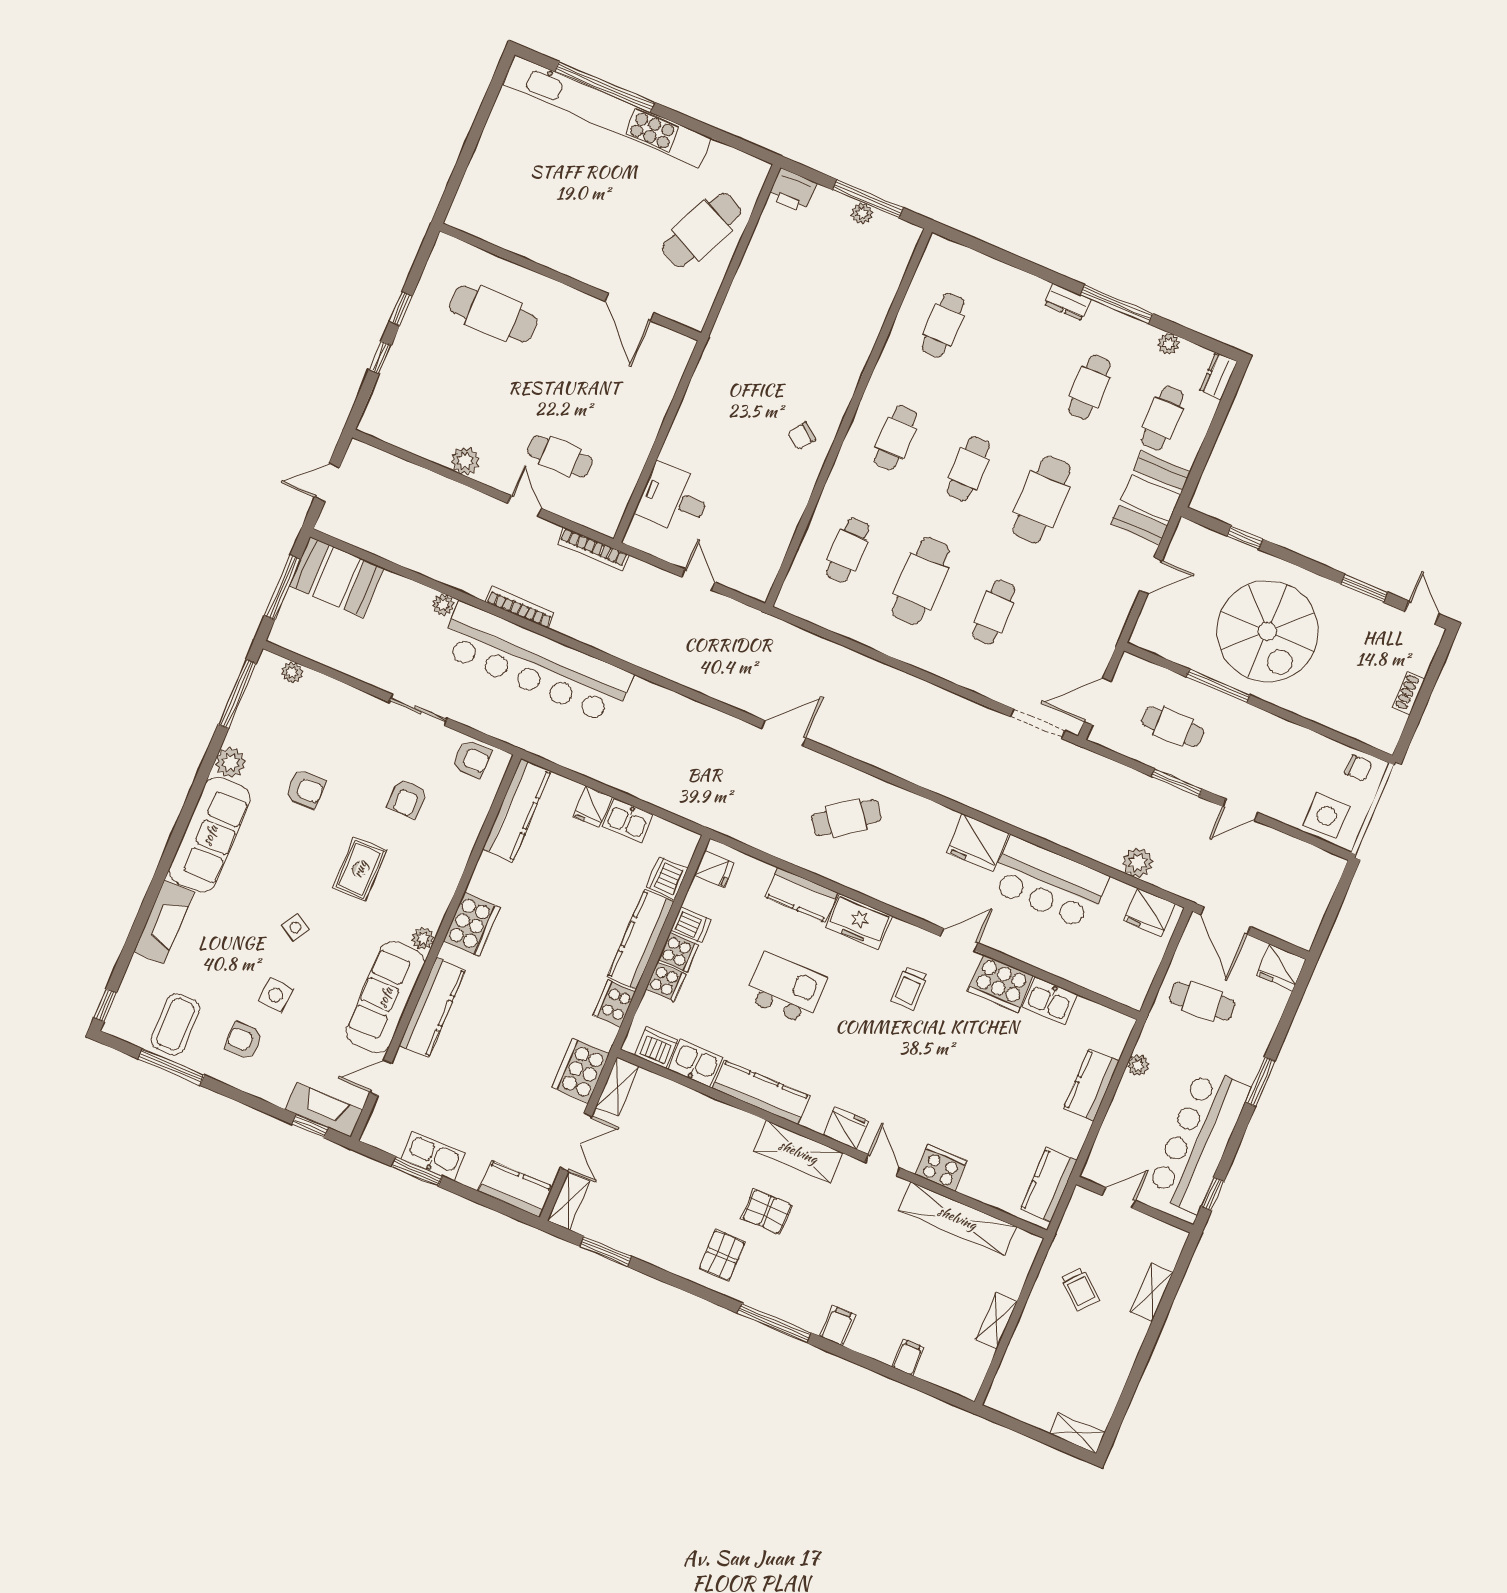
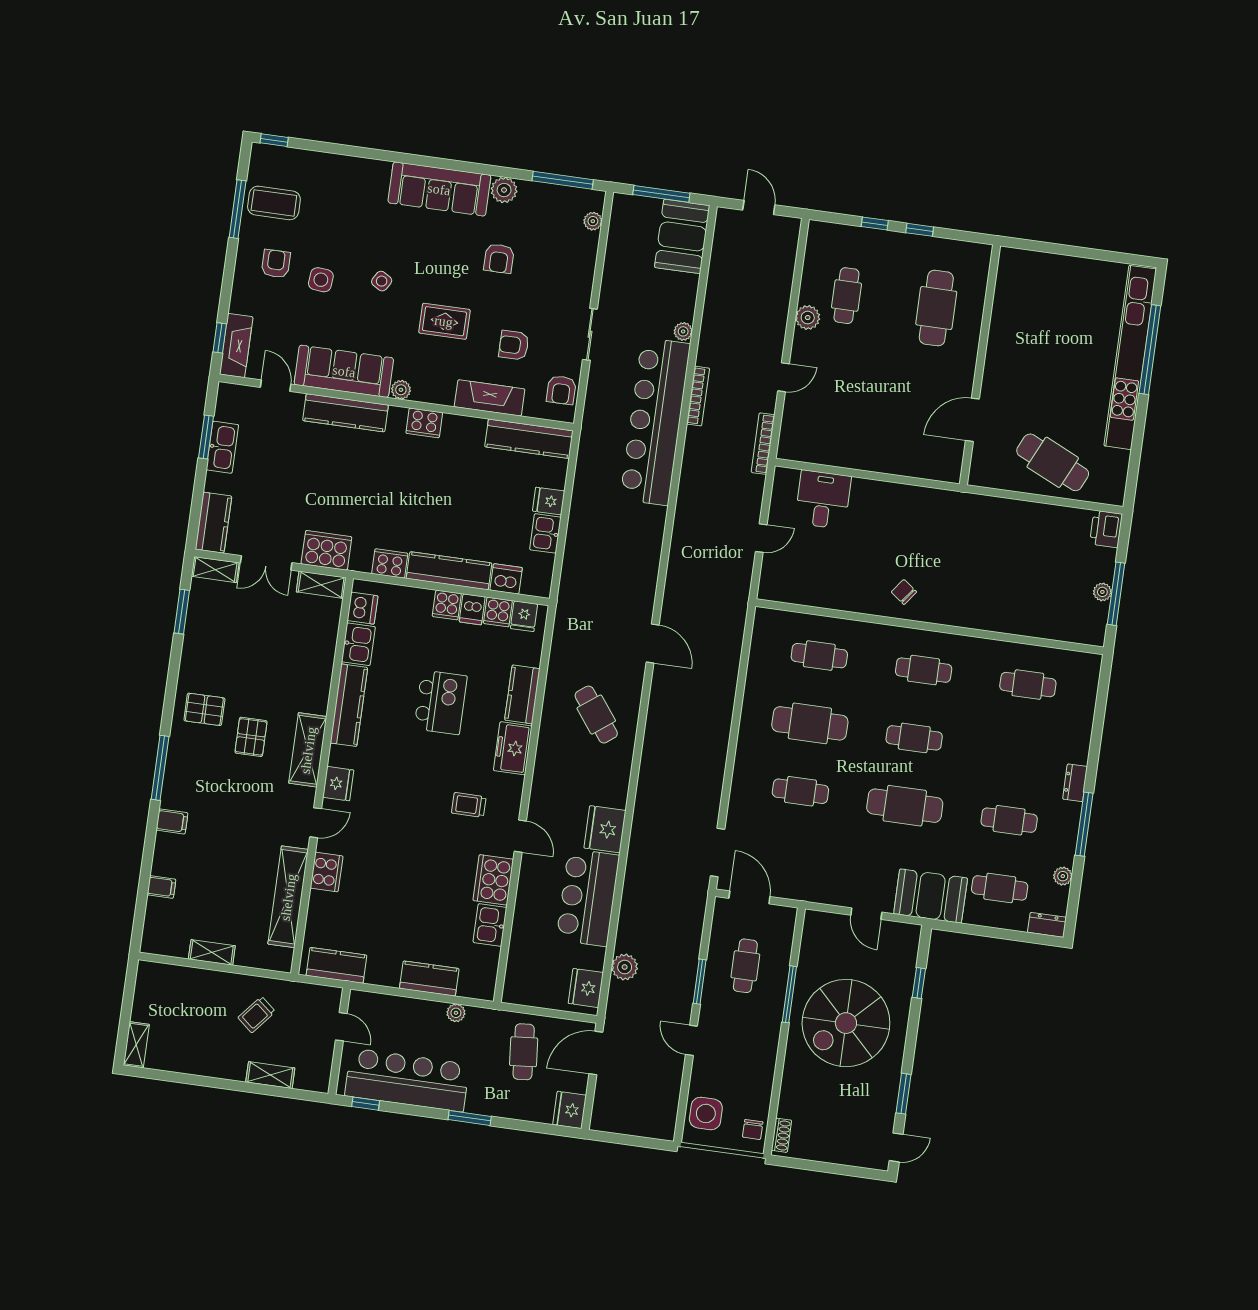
cafe table: (560, 456) -> (846, 296), moved
shoe rack: (1409, 693) -> (781, 1135), moved, turned 90
fireplace: (164, 922) -> (490, 398), moved, turned 180
cooker: (472, 924) -> (424, 423), width x0.73, depth x0.76
cooker: (666, 982) -> (498, 612), moved

